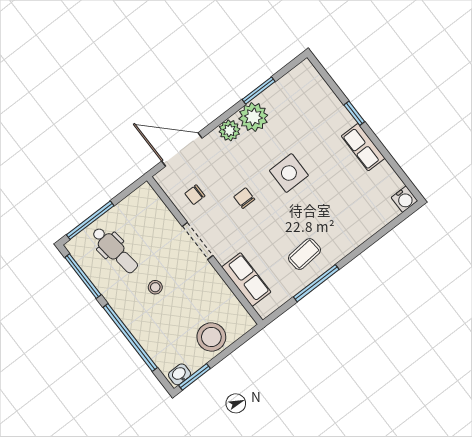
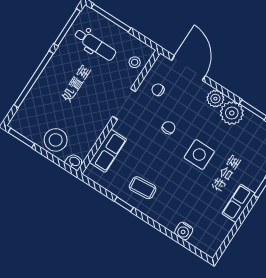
water cooler: (404, 199) -> (184, 231), moved
dental chair: (115, 250) -> (95, 45), turned -83
window: (316, 283) -> (124, 204), width x0.46
stool: (155, 287) -> (135, 62), moved
washbasin: (180, 374) -> (74, 162), moved

